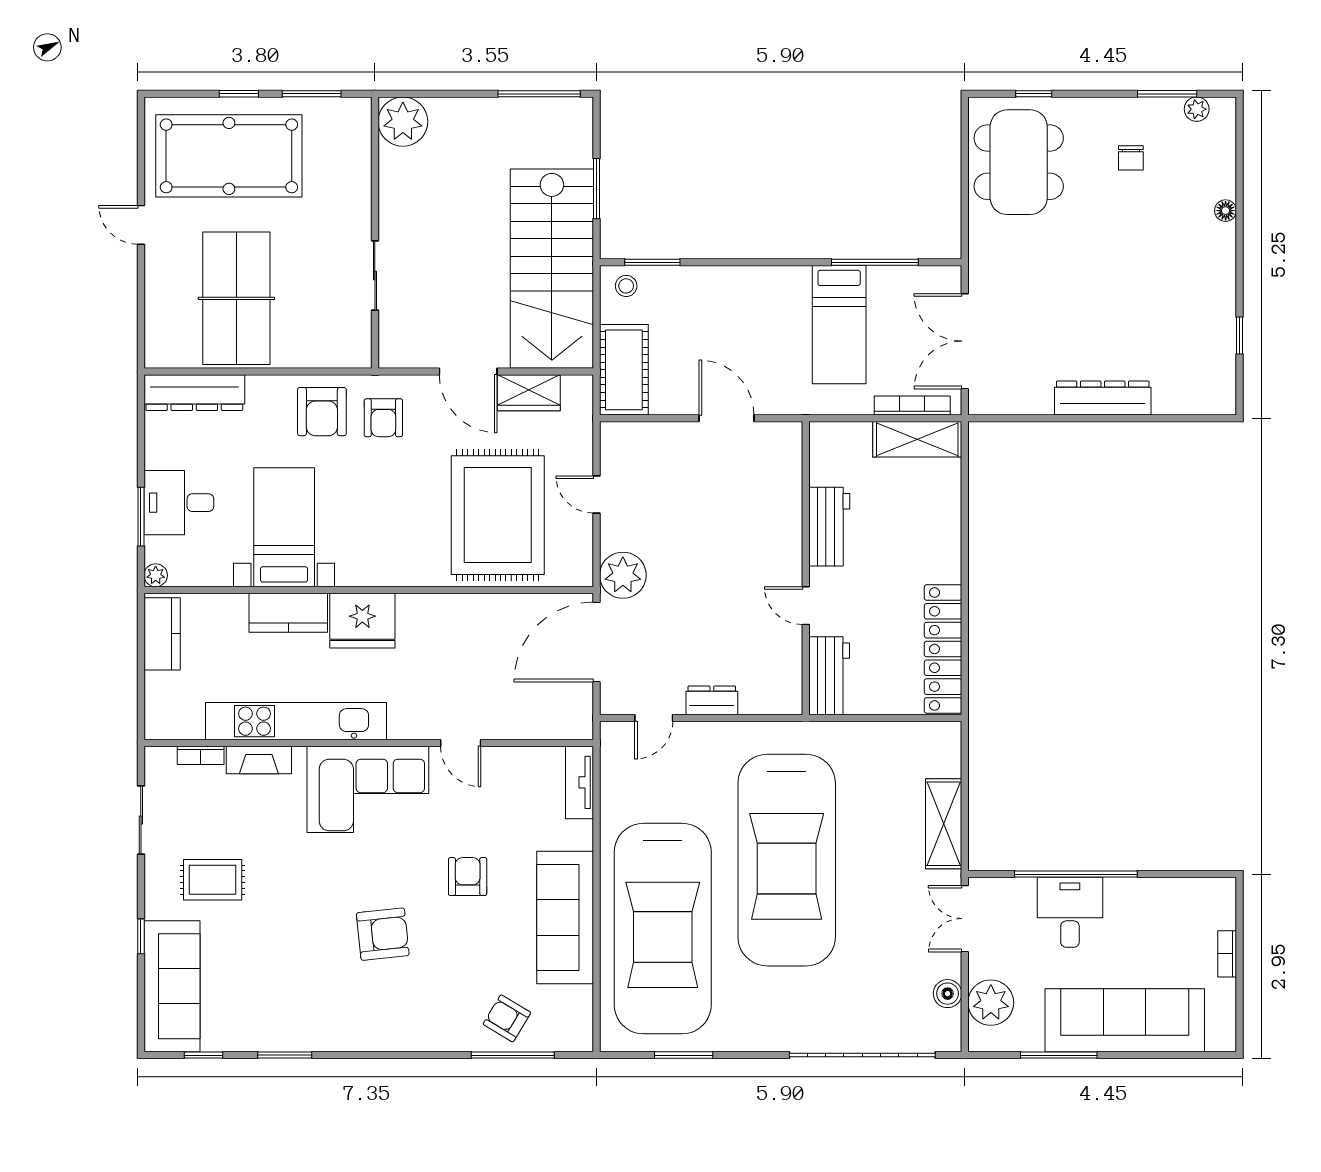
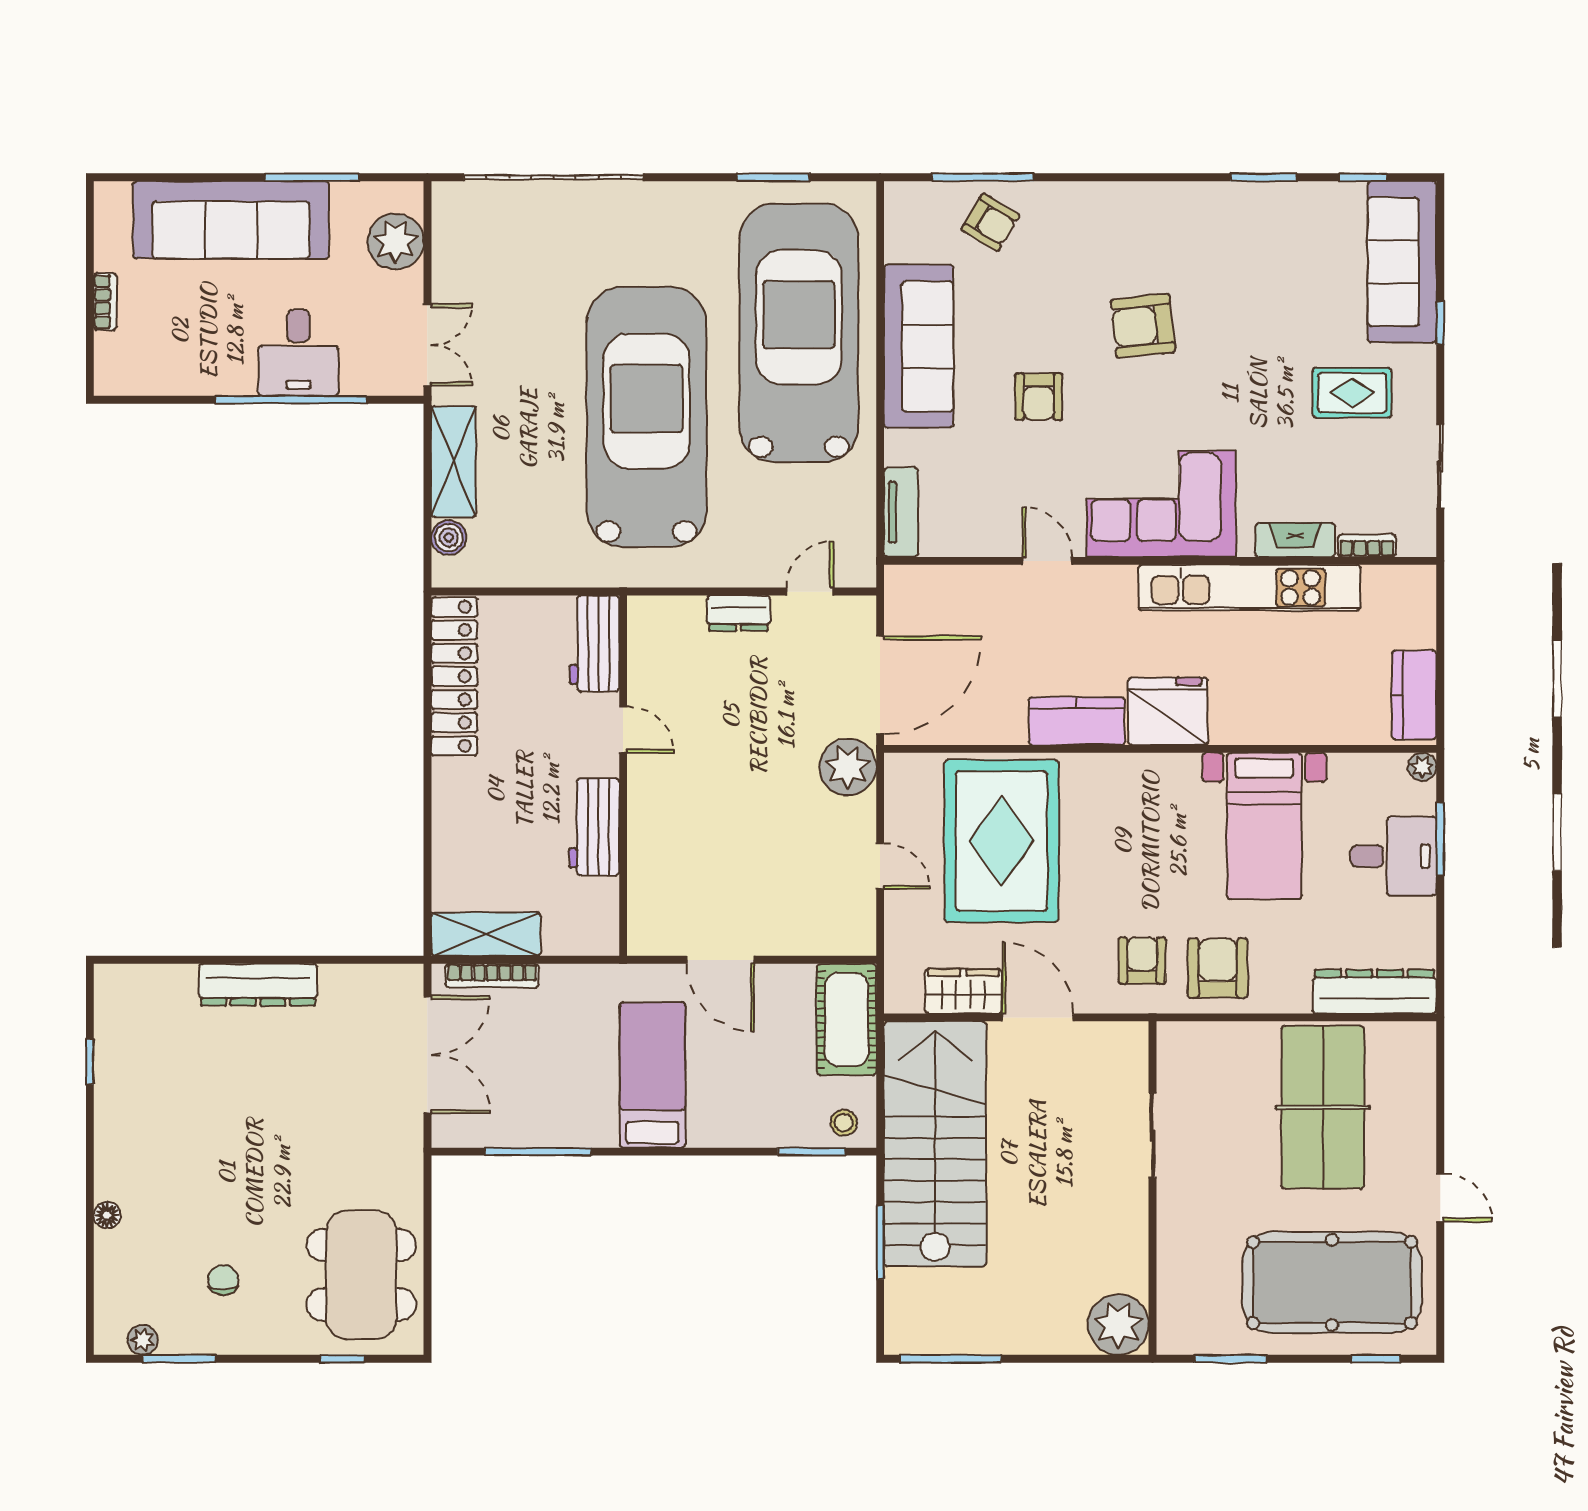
window: (239, 94) -> (1376, 1359), moved
bed: (839, 325) -> (652, 1075), moved
kitchen counter: (288, 613) -> (1077, 721), moved
boiler: (948, 994) -> (449, 538), moved

